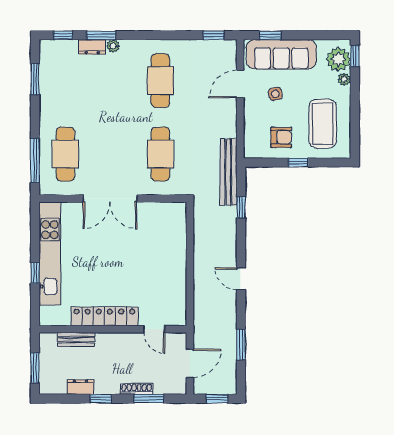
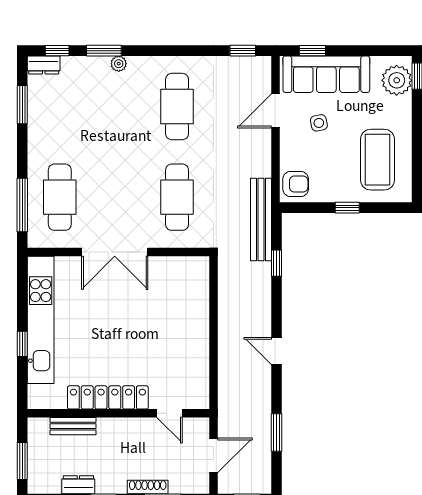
dresser: (92, 47) -> (44, 65), moved
plant: (344, 79) -> (404, 105), removed
armchair: (281, 137) -> (296, 184), moved

